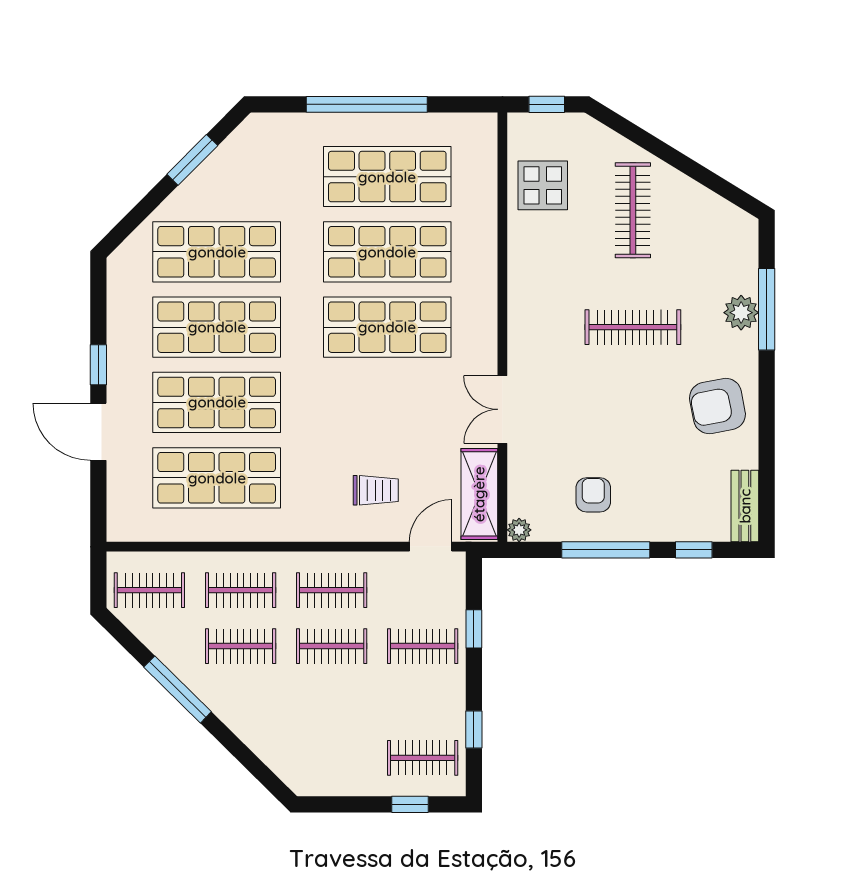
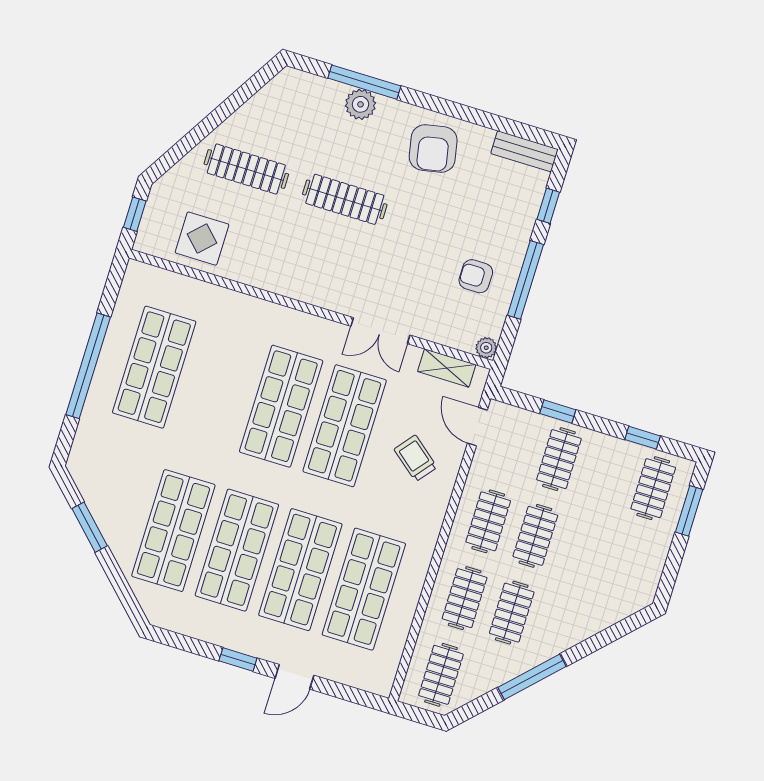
shop shelf: (387, 252) -> (345, 426), moved
clothes rail: (633, 327) -> (345, 199), turned 90
door: (98, 432) -> (294, 677), width x0.73
trolley: (376, 490) -> (416, 458), turned -51
shelving: (479, 494) -> (447, 368), width x0.67, depth x0.75
window: (410, 804) -> (689, 511), width x1.50

